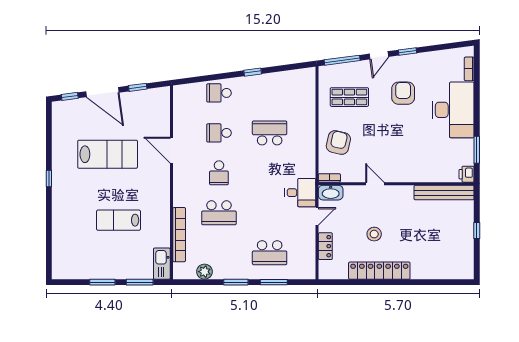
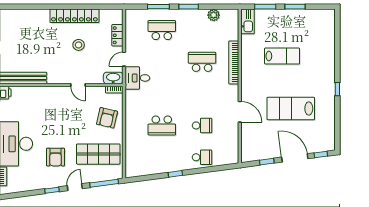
shop shelf: (349, 97) -> (98, 154), width x1.43, depth x1.36
school desk: (219, 173) -> (202, 94), removed
bookcase: (179, 235) -> (234, 62), moved

